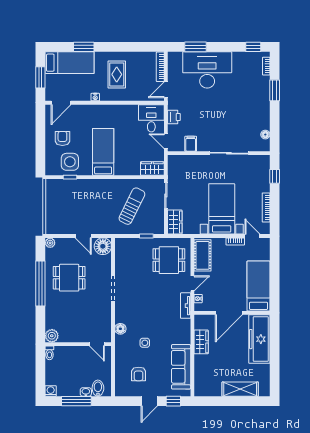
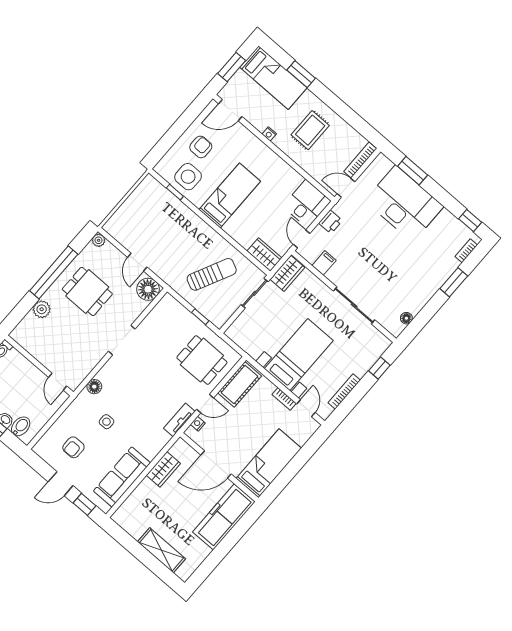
wardrobe: (175, 222) -> (287, 273), moved
plant: (52, 336) -> (42, 309), moved

